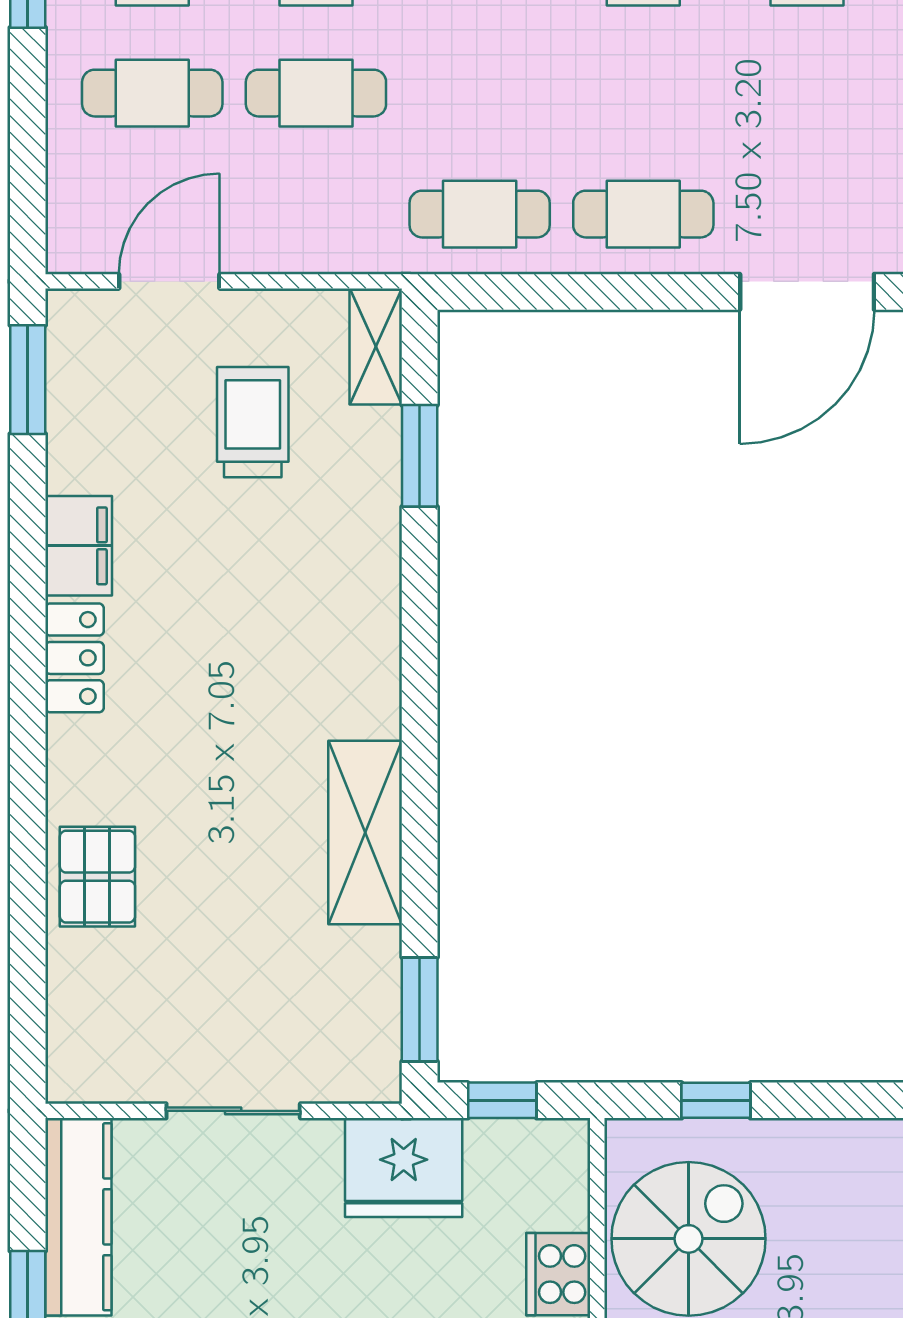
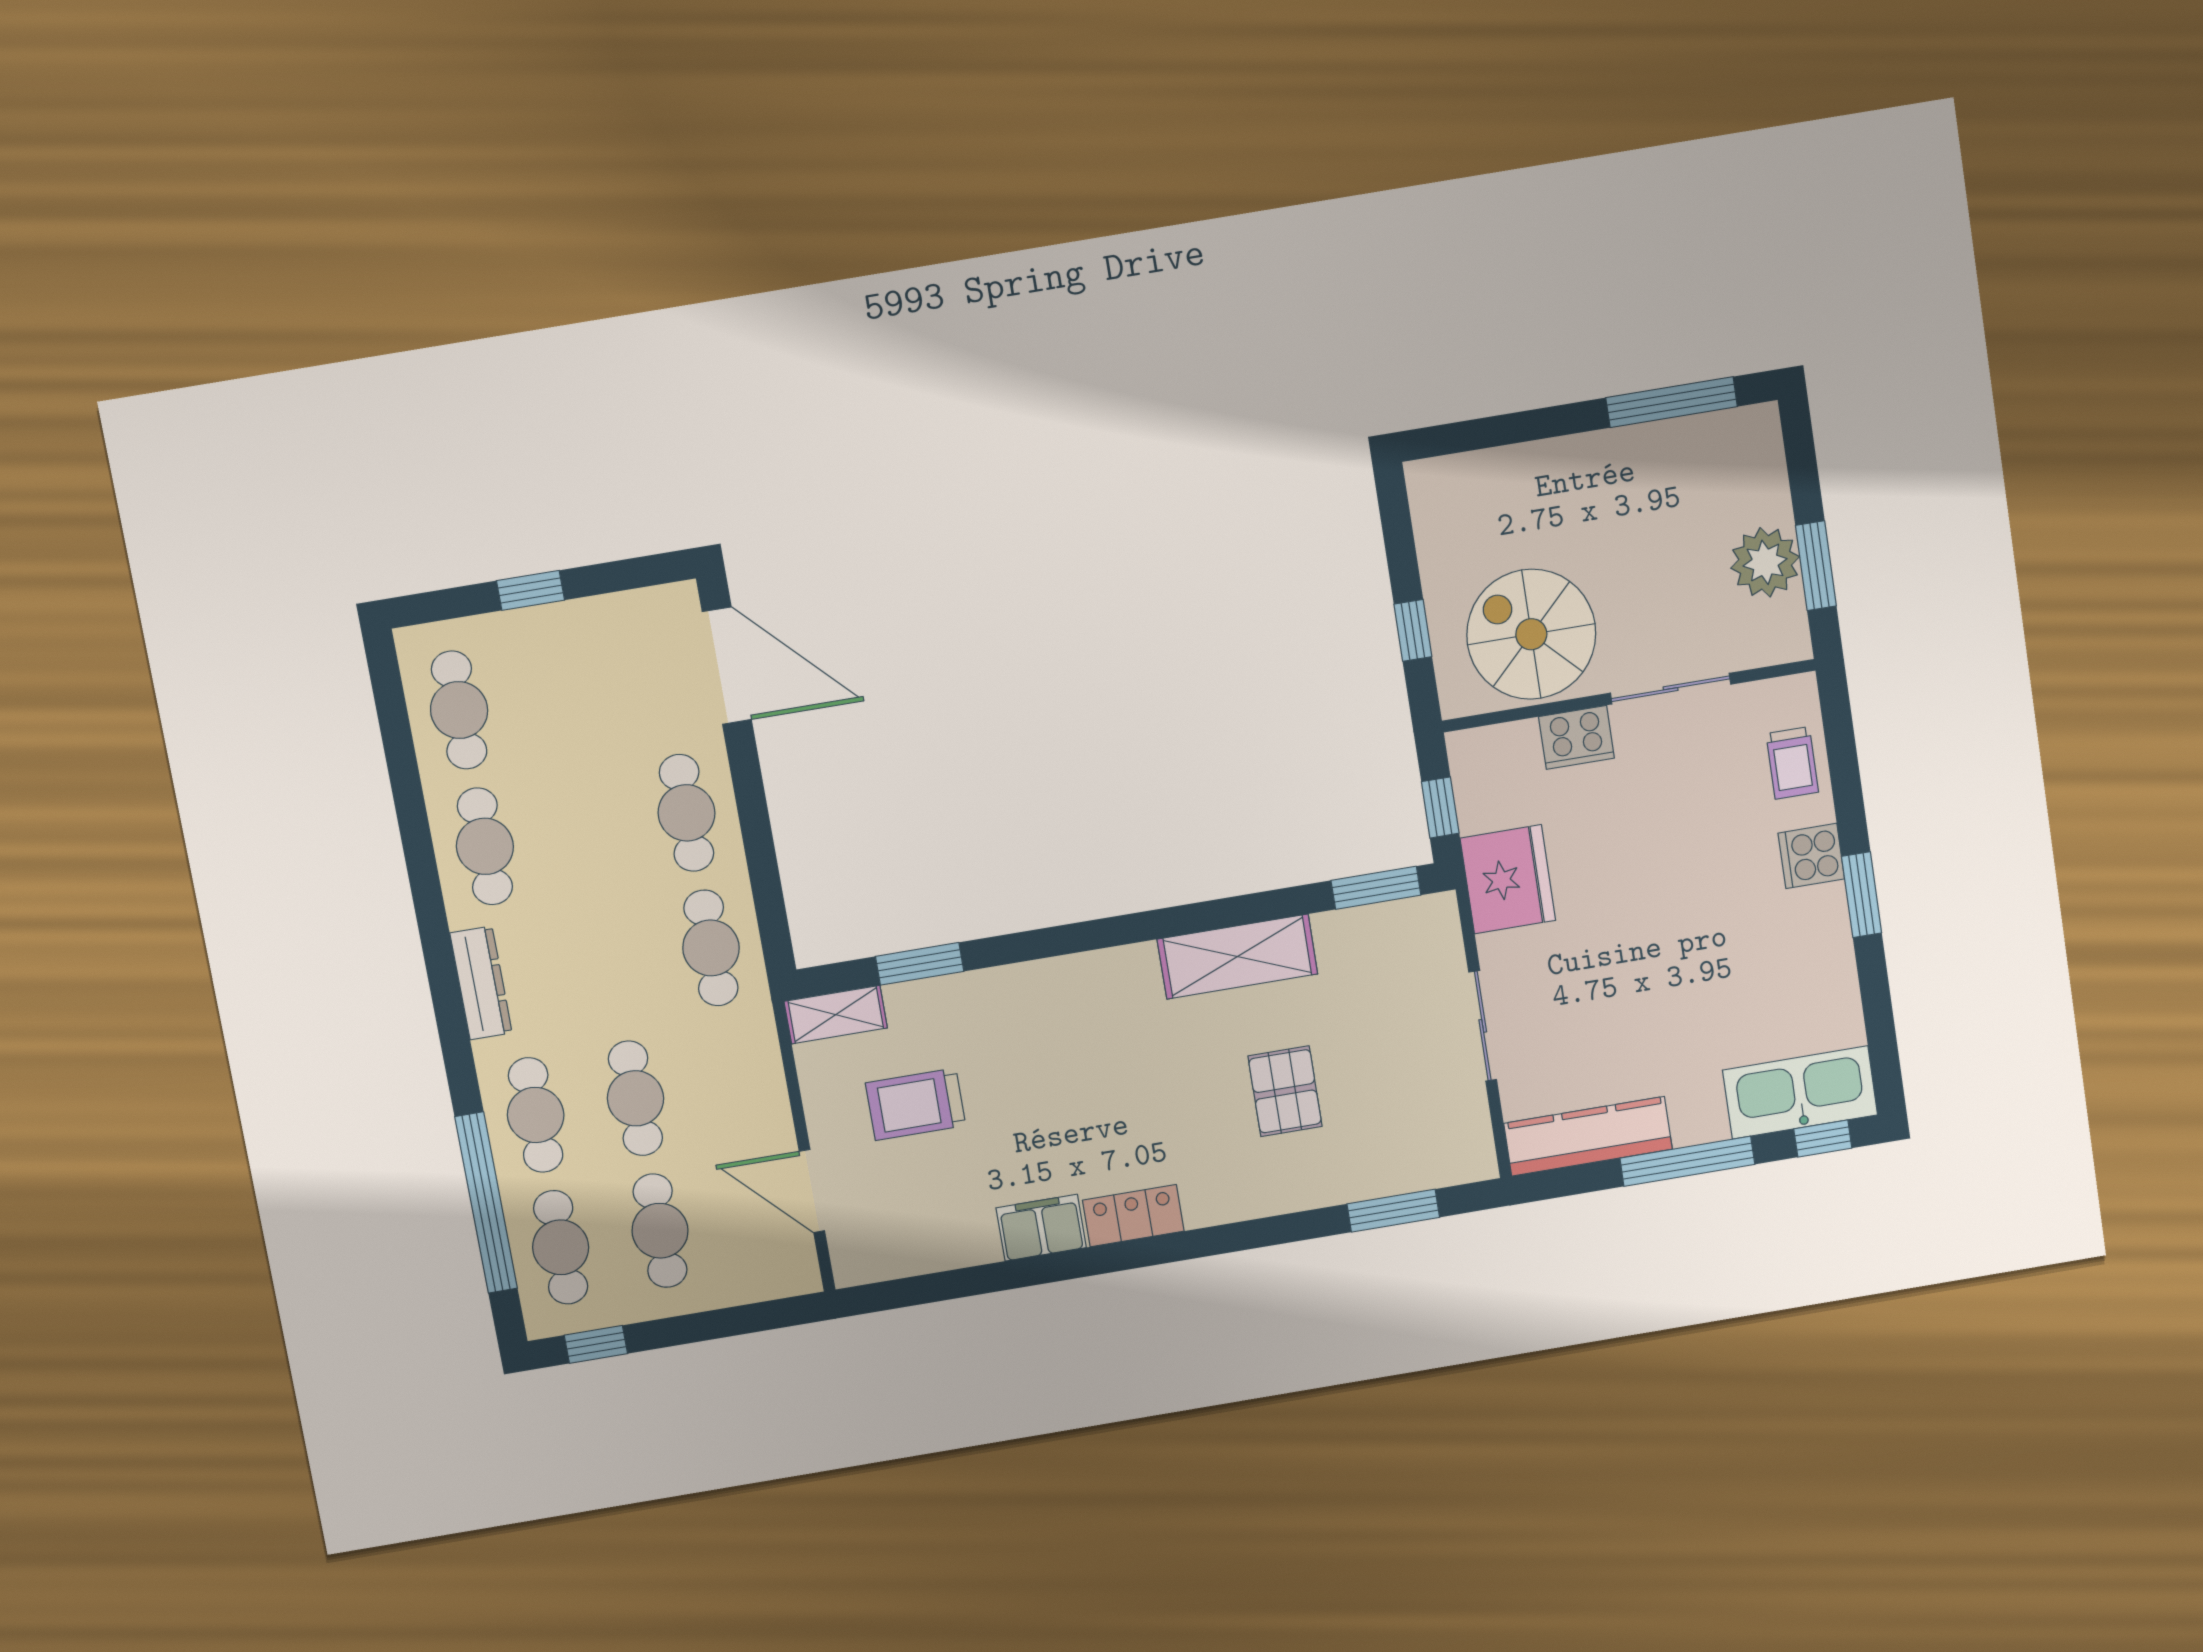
window: (28, 380) -> (1393, 1211), moved
pallet: (97, 877) -> (1285, 1091), moved, turned 90

